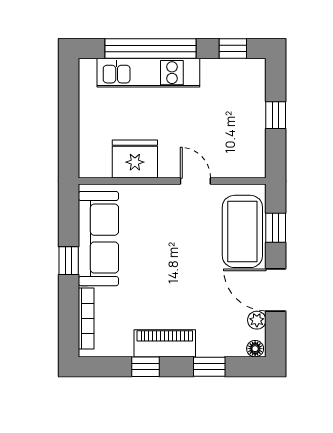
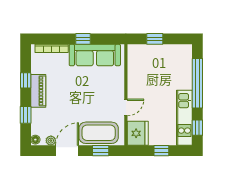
kitchen unit: (148, 73) -> (184, 118), moved
window: (69, 127) -> (155, 39), added
fridge: (135, 159) -> (138, 133), moved

